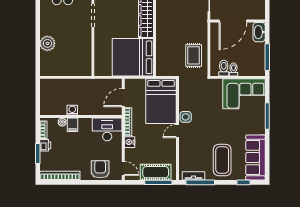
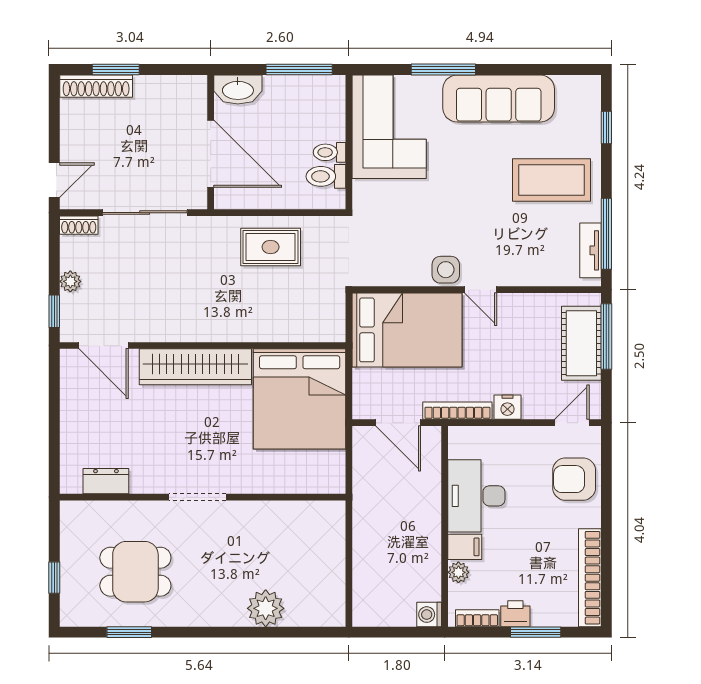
rug: (194, 55) -> (271, 247), moved
washing machine: (72, 110) -> (429, 615), moved
desk: (107, 129) -> (476, 496), moved
sofa: (255, 158) -> (499, 98), moved

